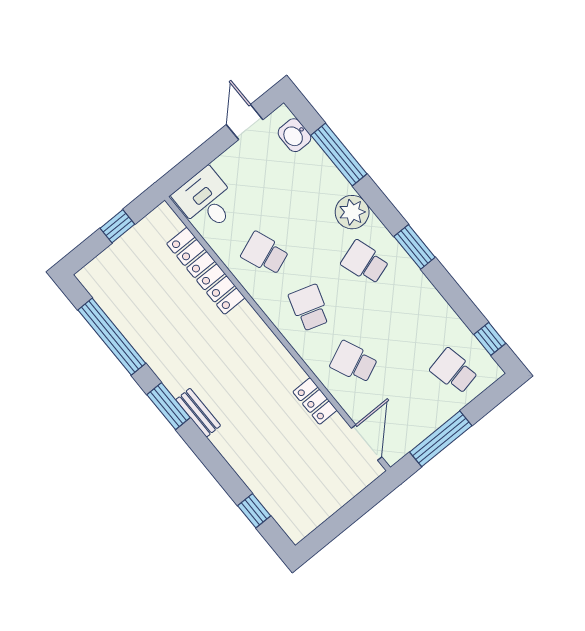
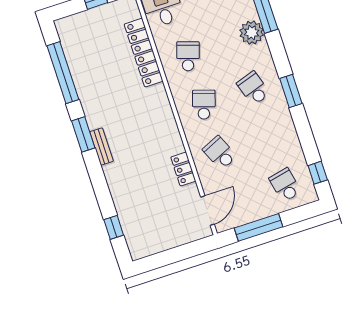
plant: (352, 212) -> (252, 33), moved
school desk: (265, 253) -> (188, 56), turned 39

